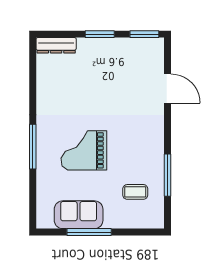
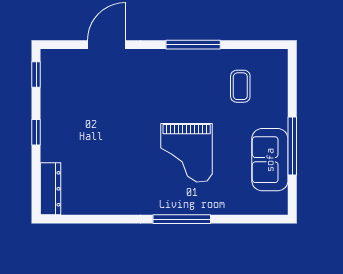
window: (100, 34) -> (36, 132), width x0.67
window: (144, 34) -> (36, 75), width x0.67
window: (167, 175) -> (193, 45), moved

